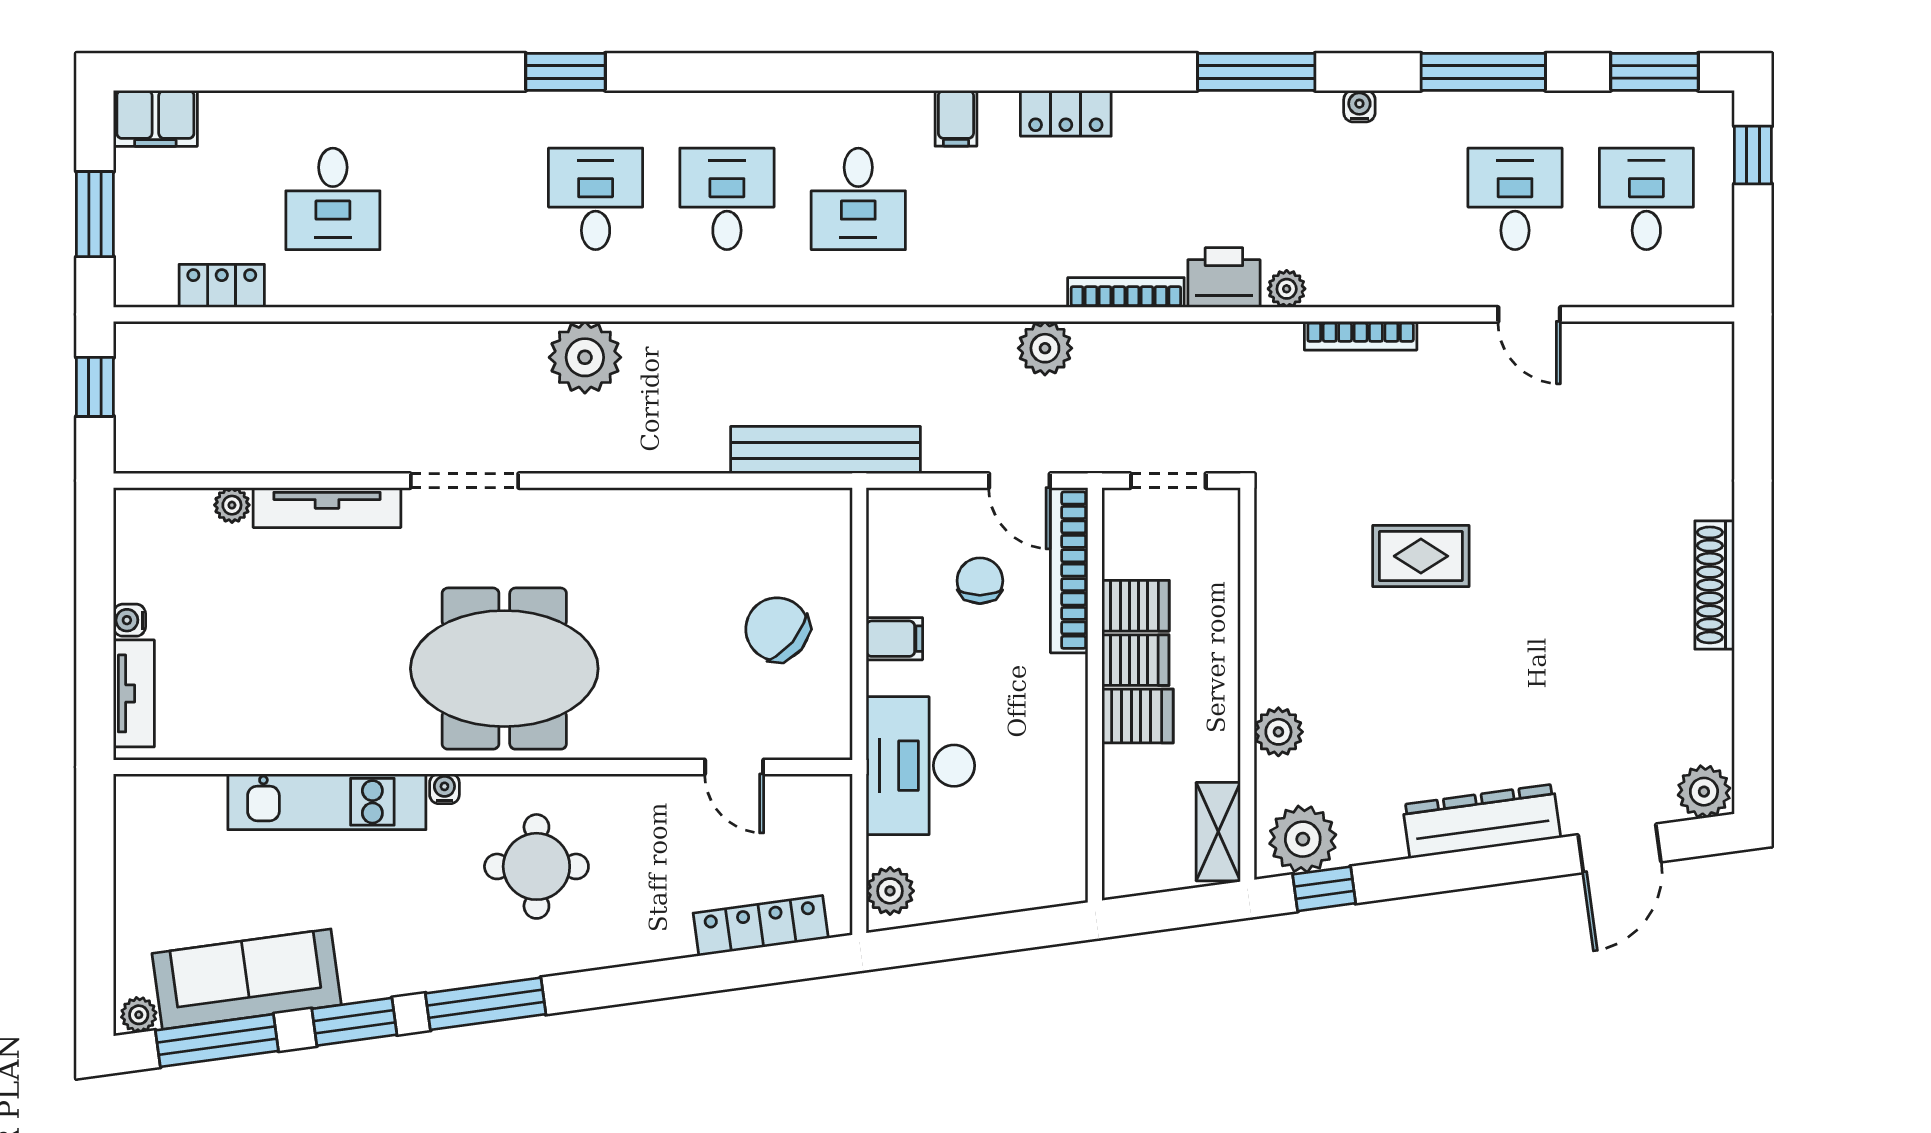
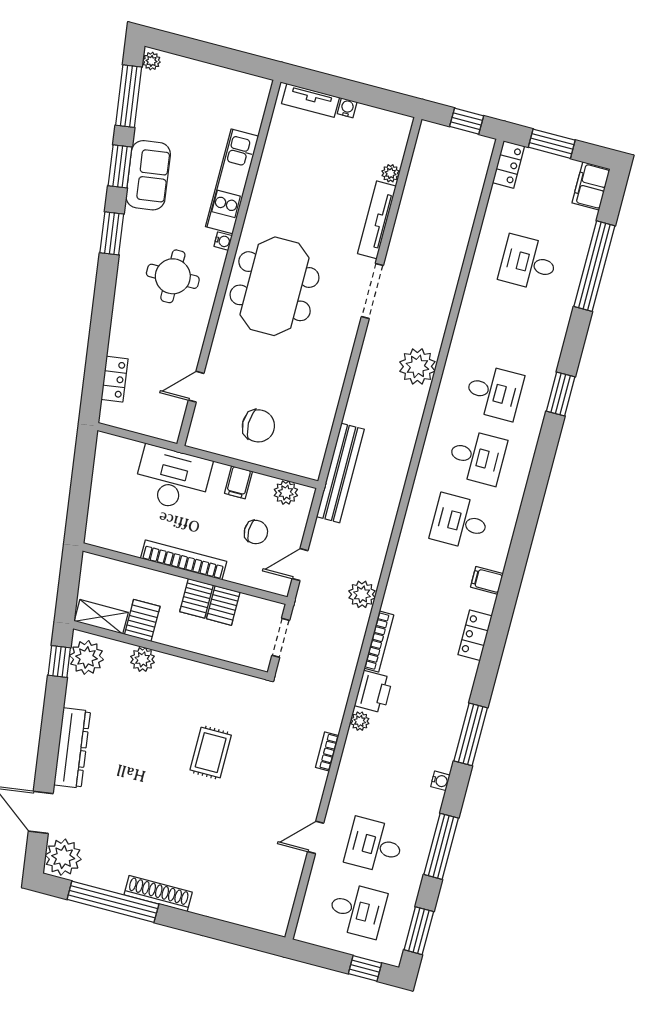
window: (306, 72) -> (594, 266), added
desk: (1515, 199) -> (374, 845), turned 180
locker: (222, 286) -> (508, 164), moved
bookcase: (1361, 336) -> (327, 751), width x0.64
bookcase: (1069, 570) -> (184, 560), moved
chair: (777, 629) -> (258, 426), turned 50
window: (1753, 667) -> (113, 902), added
server rack: (1137, 716) -> (142, 620), moved, turned 180
plant: (1704, 792) -> (63, 857), width x1.36, depth x1.36
plant: (890, 891) -> (286, 493), moved
locker: (761, 926) -> (114, 379), width x0.66
sofa: (247, 979) -> (148, 175), moved, width x0.73
window: (486, 1004) -> (112, 233), width x0.69

